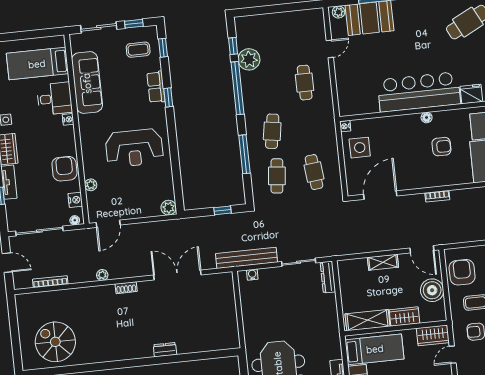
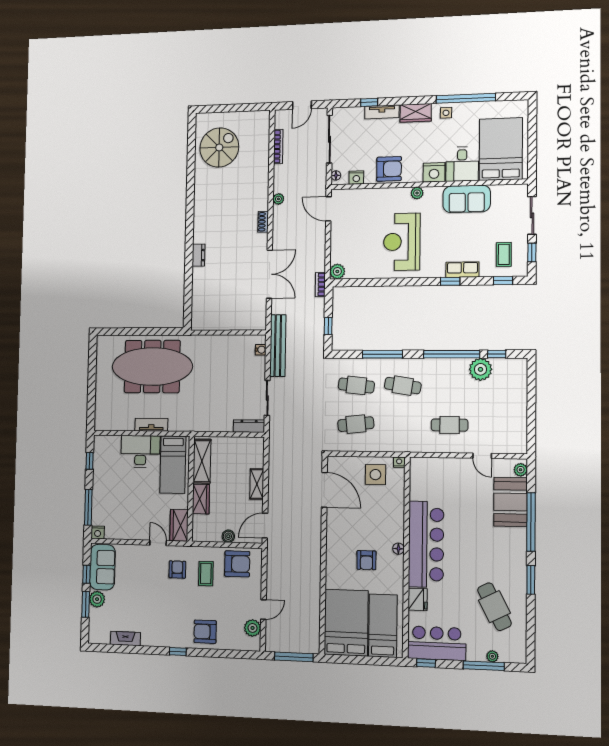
bed: (37, 64) -> (501, 149), width x1.50
sofa: (87, 83) -> (467, 199), width x0.73
nightstand: (68, 119) -> (434, 172), width x1.89, depth x1.79
plant: (91, 185) -> (417, 193), moved
bookcase: (437, 196) -> (320, 284), moved
boiler: (432, 290) -> (228, 536), width x0.54, depth x0.54

